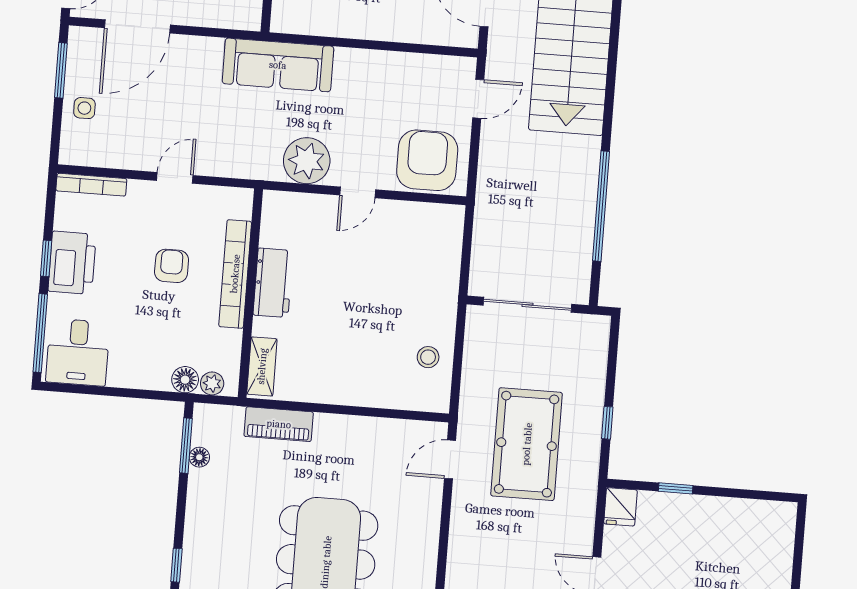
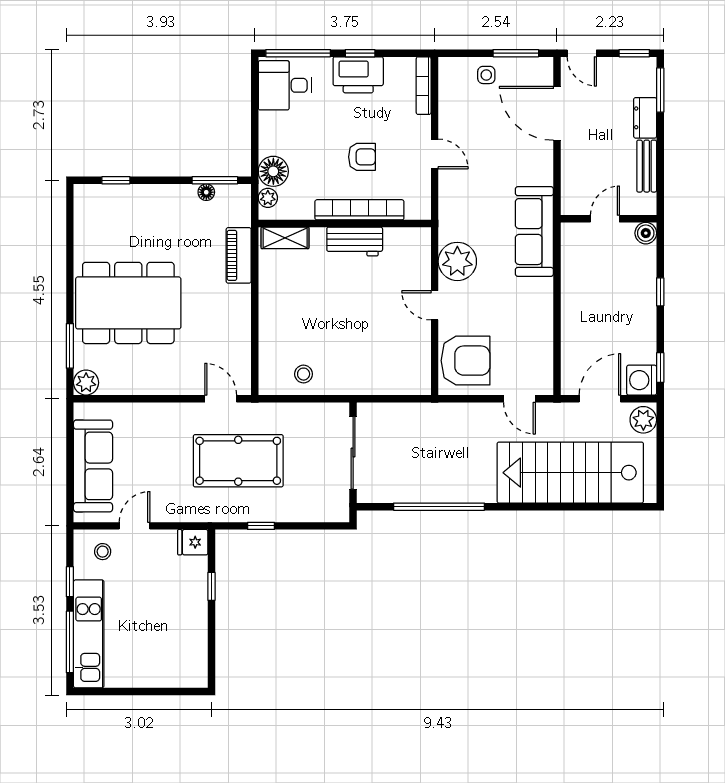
floor lamp: (185, 380) -> (273, 171), width x1.38, depth x1.38

